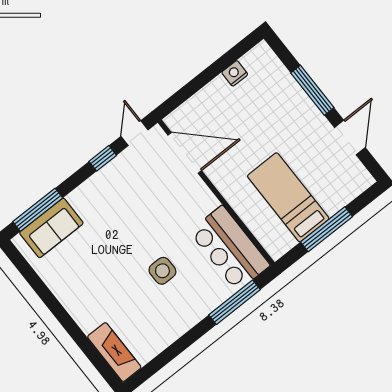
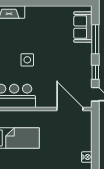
door: (185, 153) -> (70, 109), swing flipped
window: (38, 210) -> (95, 39), moved

